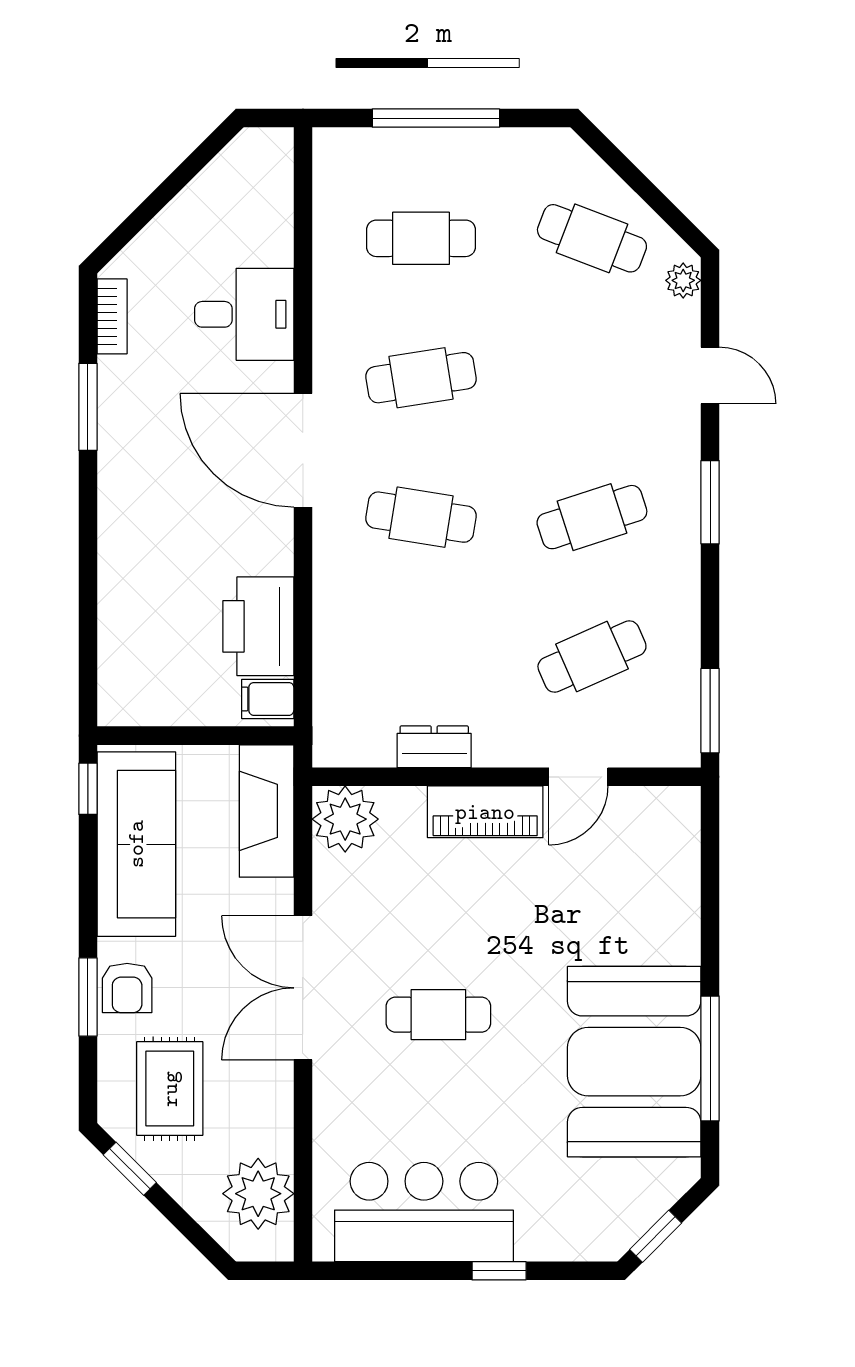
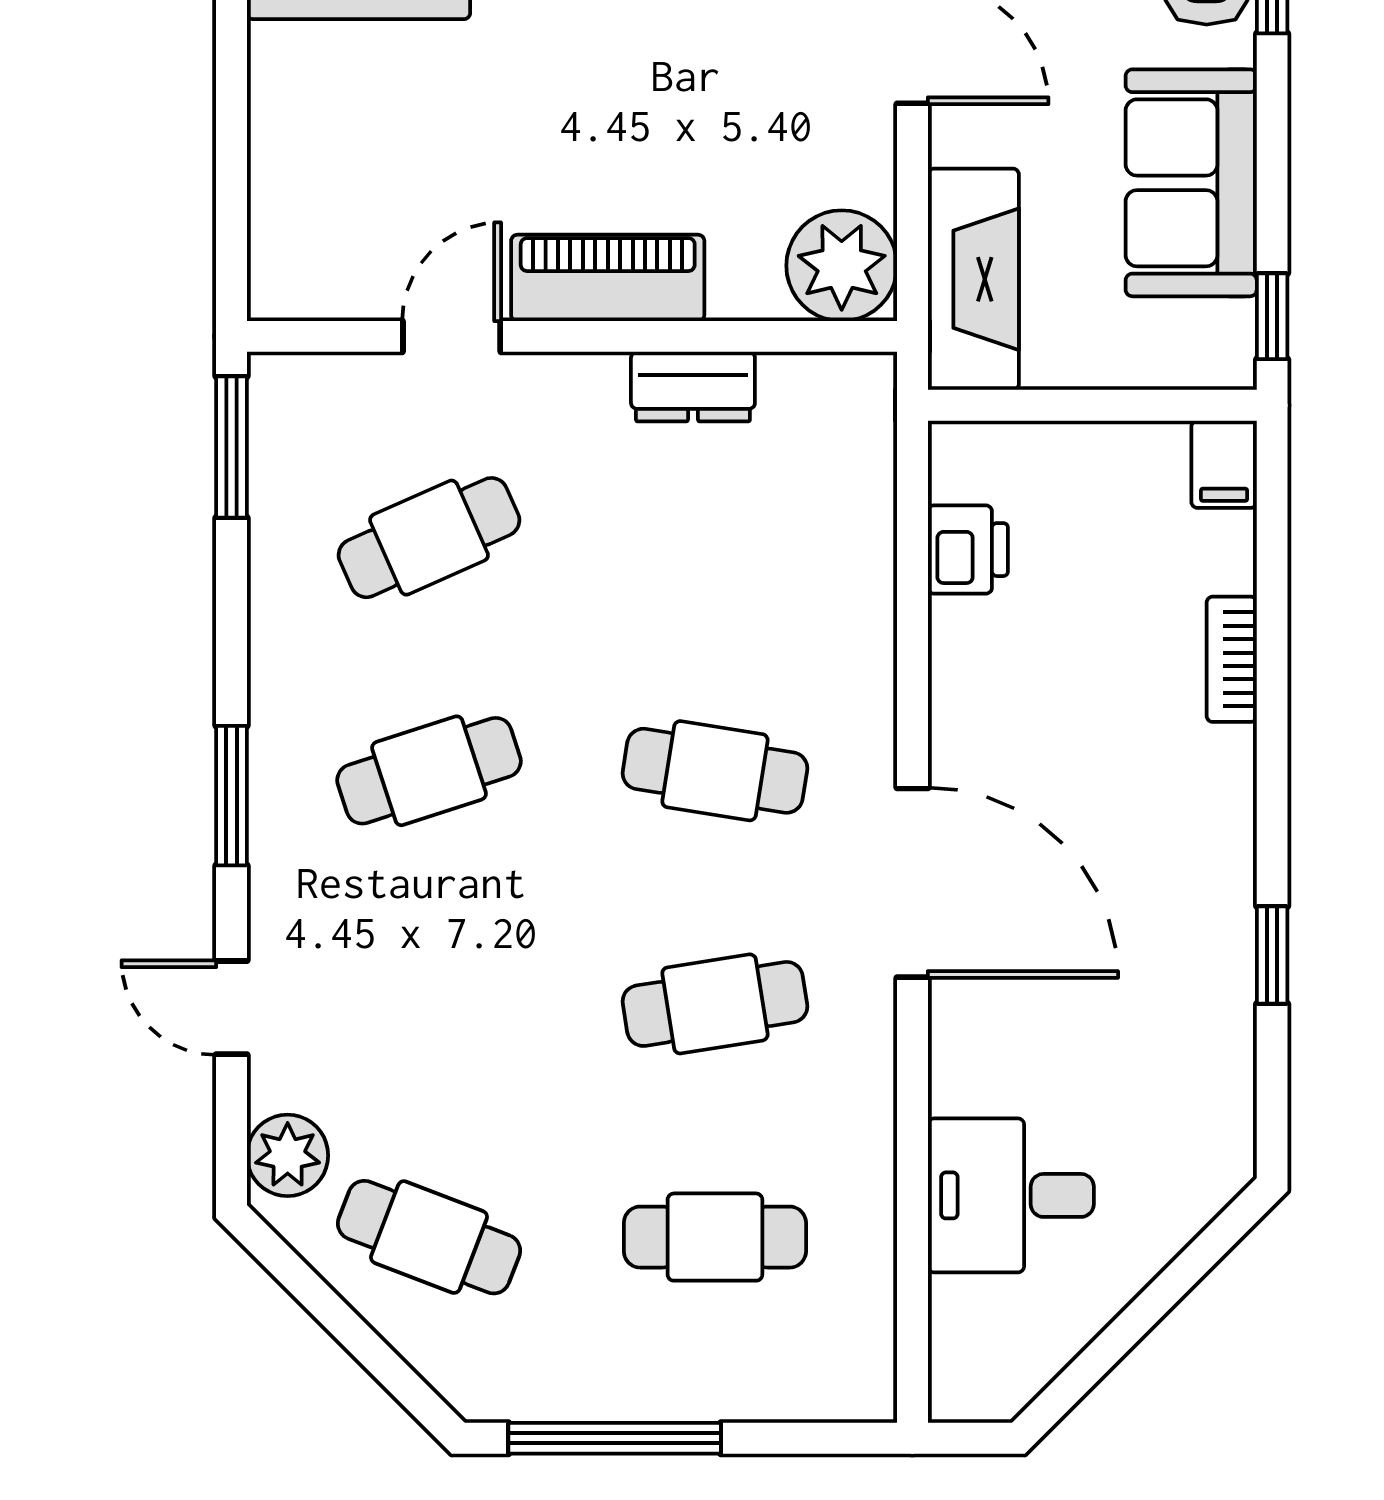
window: (436, 118) -> (615, 1438), moved
plant: (683, 280) -> (288, 1155), width x1.38, depth x1.38
desk: (244, 314) -> (1011, 1195), moved
bookcase: (112, 316) -> (1232, 659), moved
window: (88, 407) -> (1272, 955), width x0.67
printer: (258, 626) -> (968, 550), width x0.53, depth x0.68
filing cabinet: (268, 699) -> (1224, 464), moved, turned 90
sofa: (136, 844) -> (1191, 183), width x0.73

